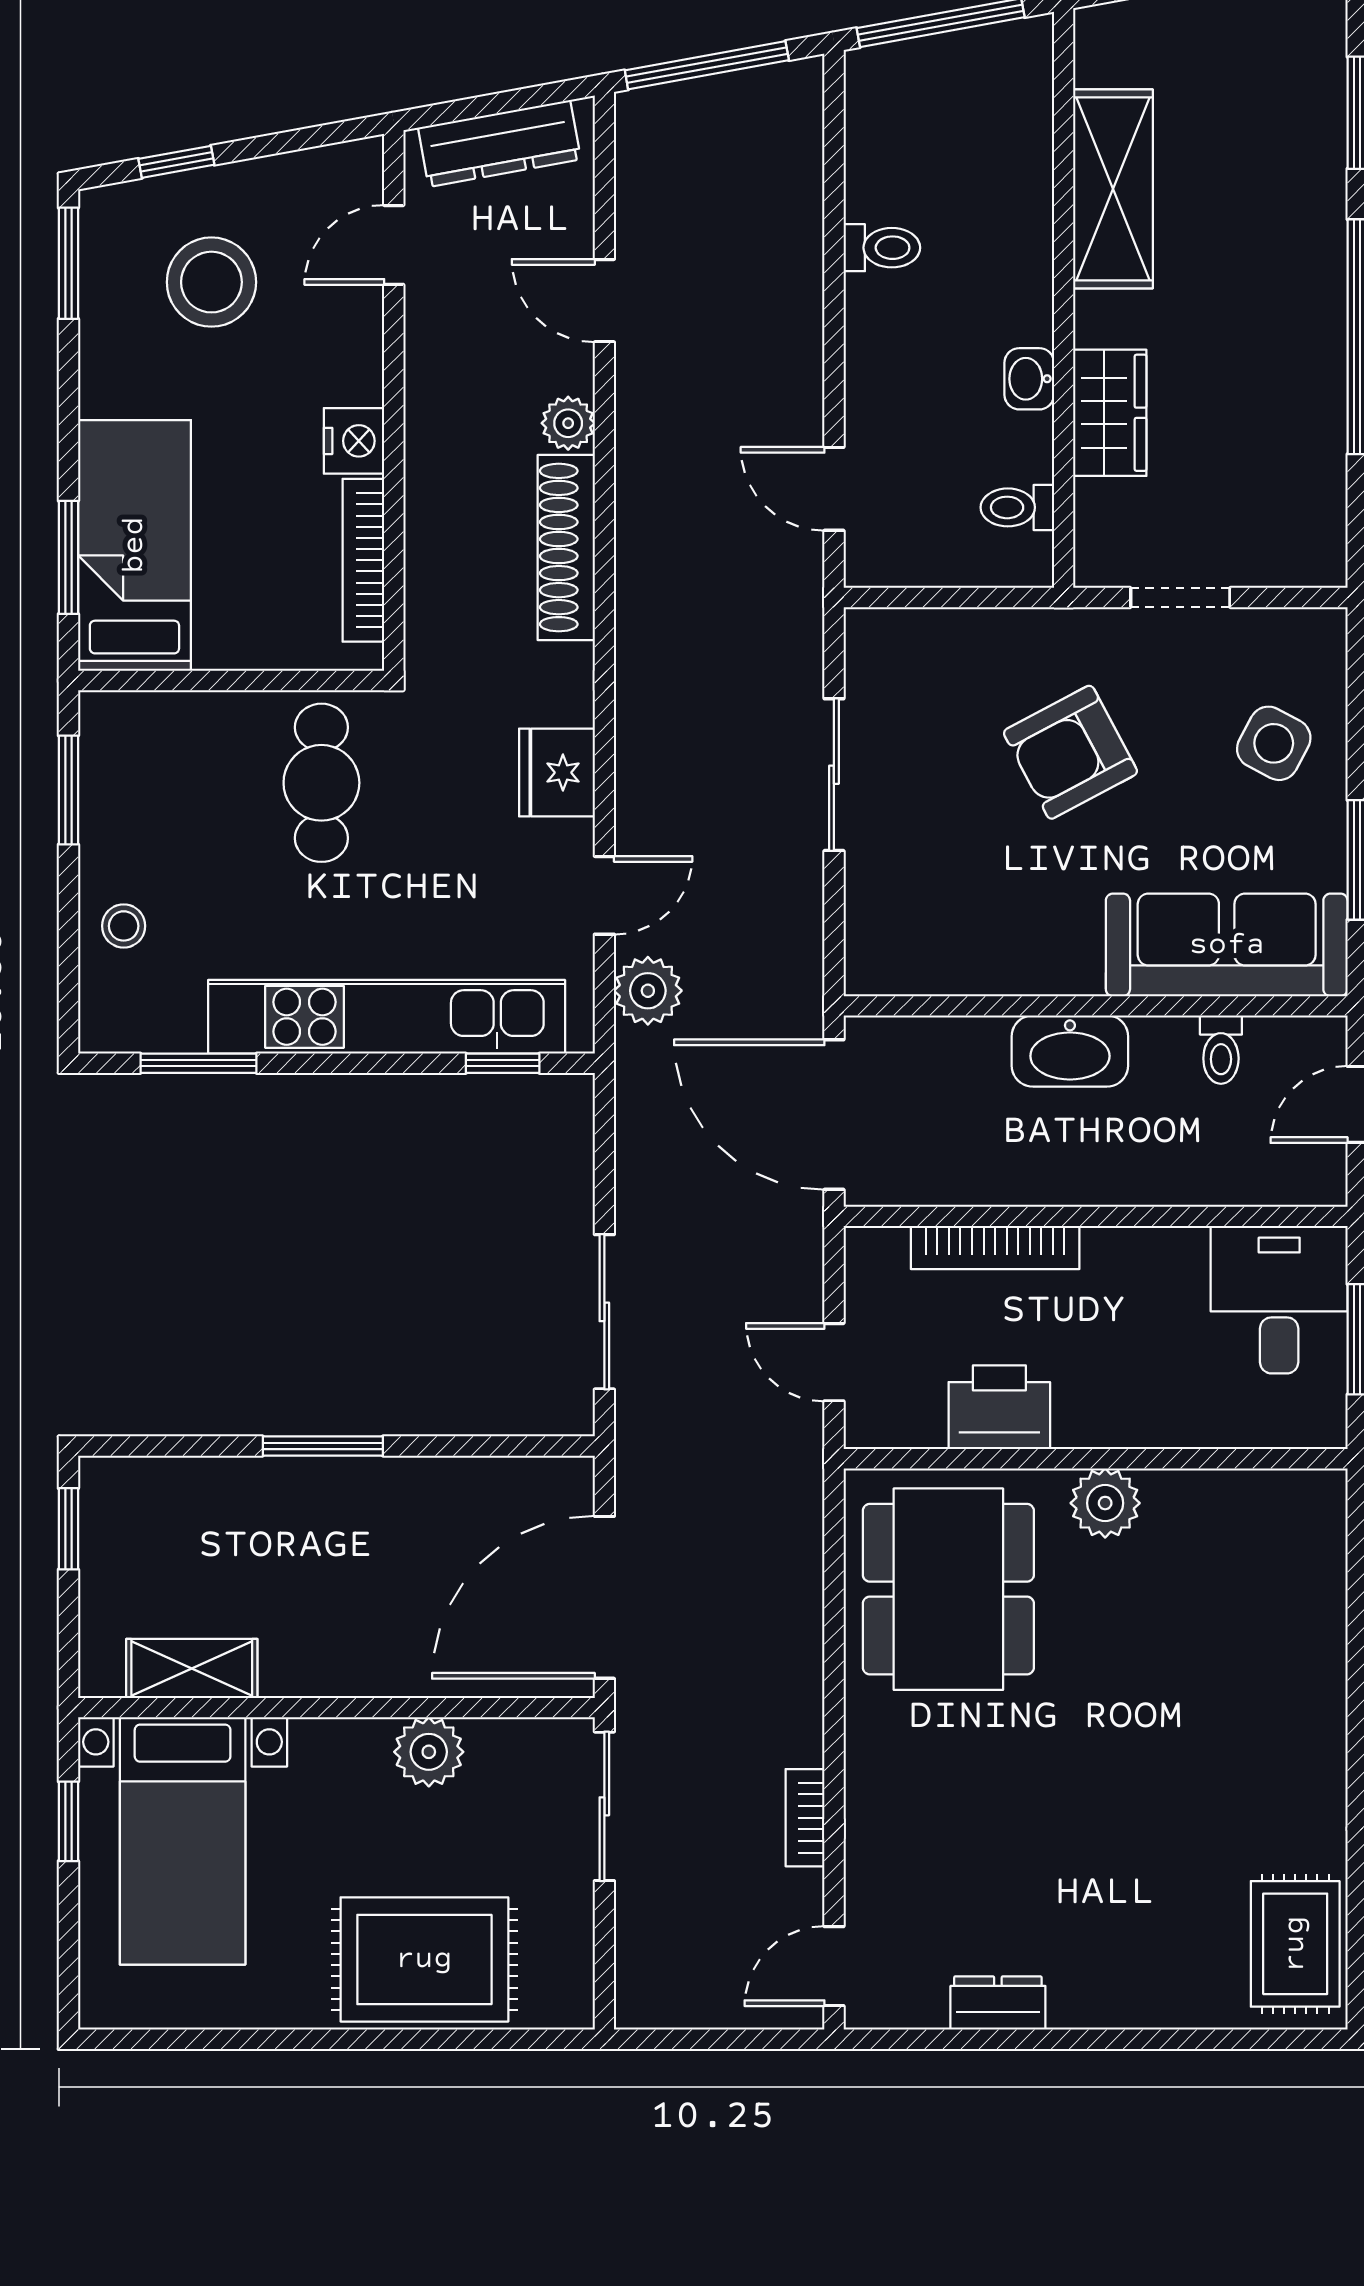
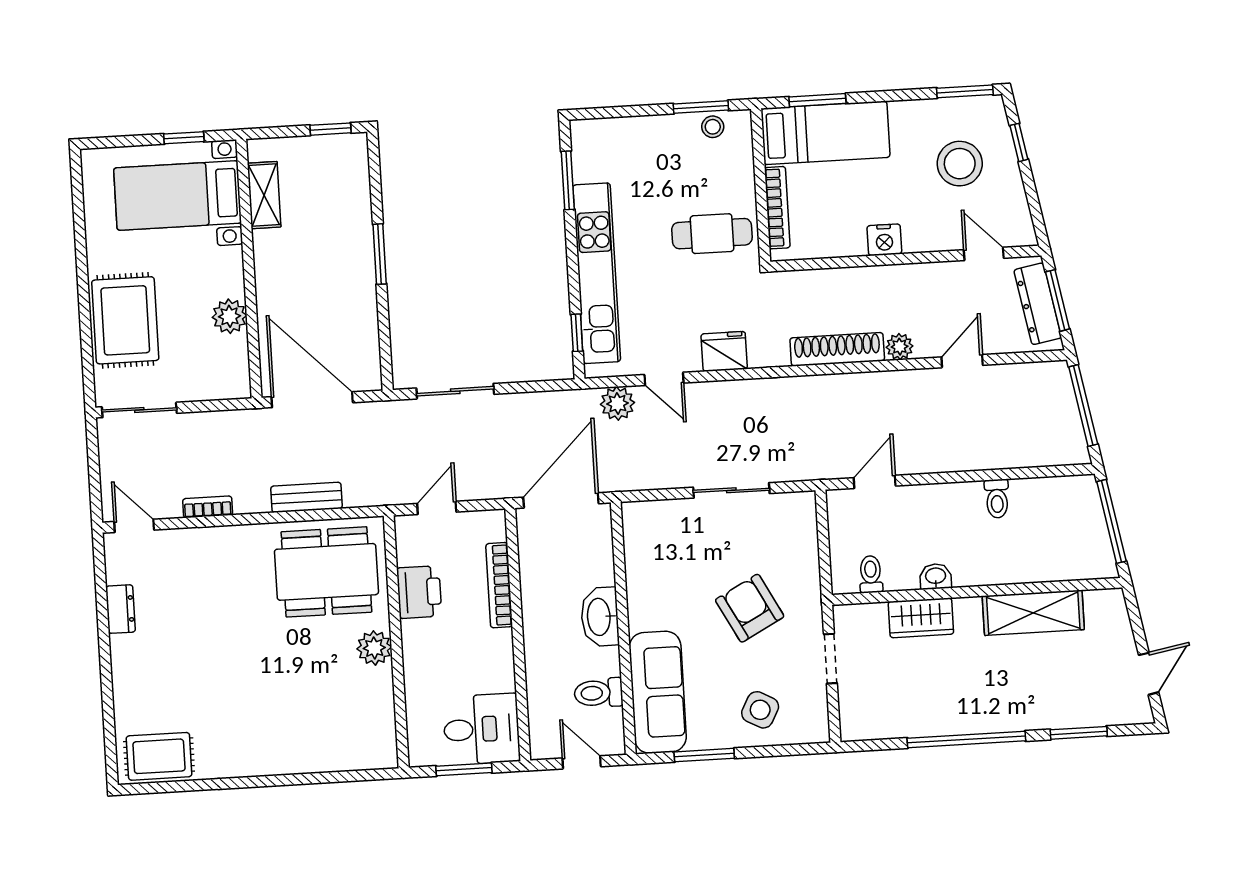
window: (495, 104) -> (1058, 300), added
bookcase: (363, 560) -> (777, 208), moved, turned 90
stool: (124, 926) -> (713, 127), moved
toilet: (1221, 1050) -> (598, 693), width x1.37, depth x1.39
bench: (798, 1620) -> (306, 497), added
sliding door: (604, 1806) -> (139, 410), moved

